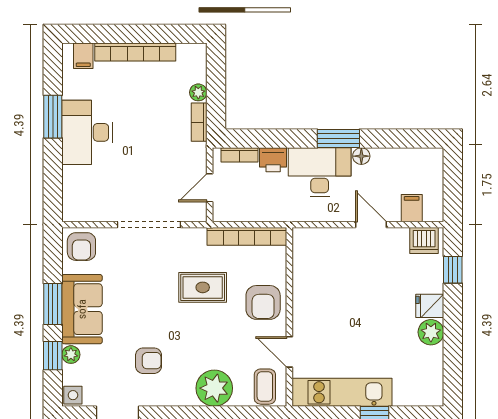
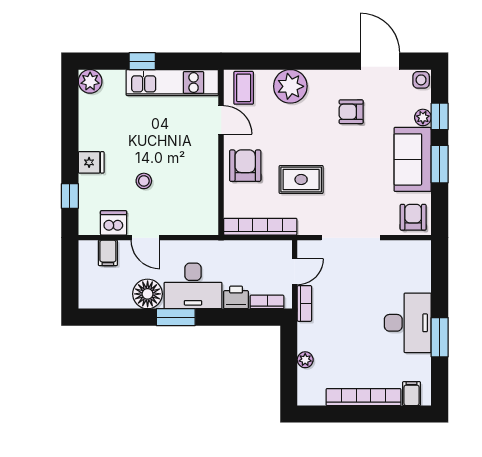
bookcase: (199, 122) -> (304, 303), moved
floor lamp: (361, 156) -> (148, 294), width x1.89, depth x1.89
dishwasher: (424, 241) -> (114, 223), moved
stool: (373, 286) -> (144, 181), added
plant: (431, 332) -> (90, 81), moved

